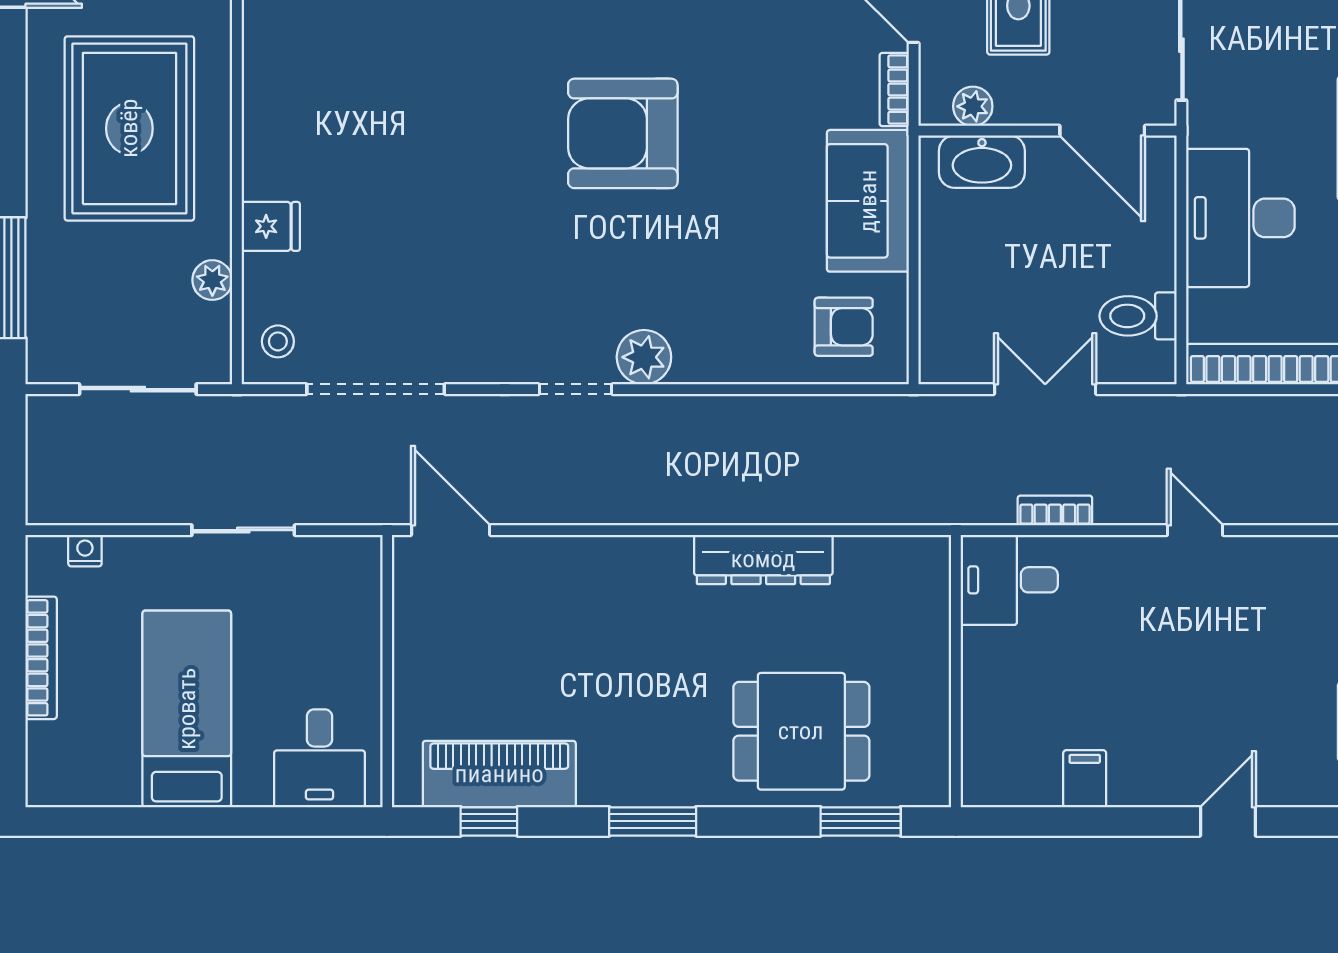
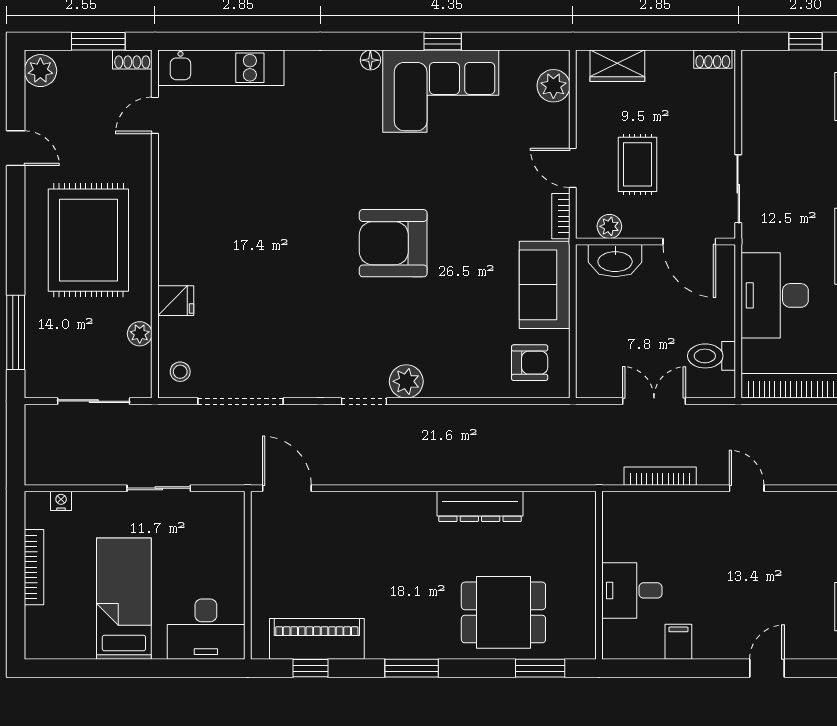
bookcase: (1055, 510) -> (660, 476), width x1.56
desk: (1009, 580) -> (632, 590), moved
desk: (319, 758) -> (206, 629), width x1.37

